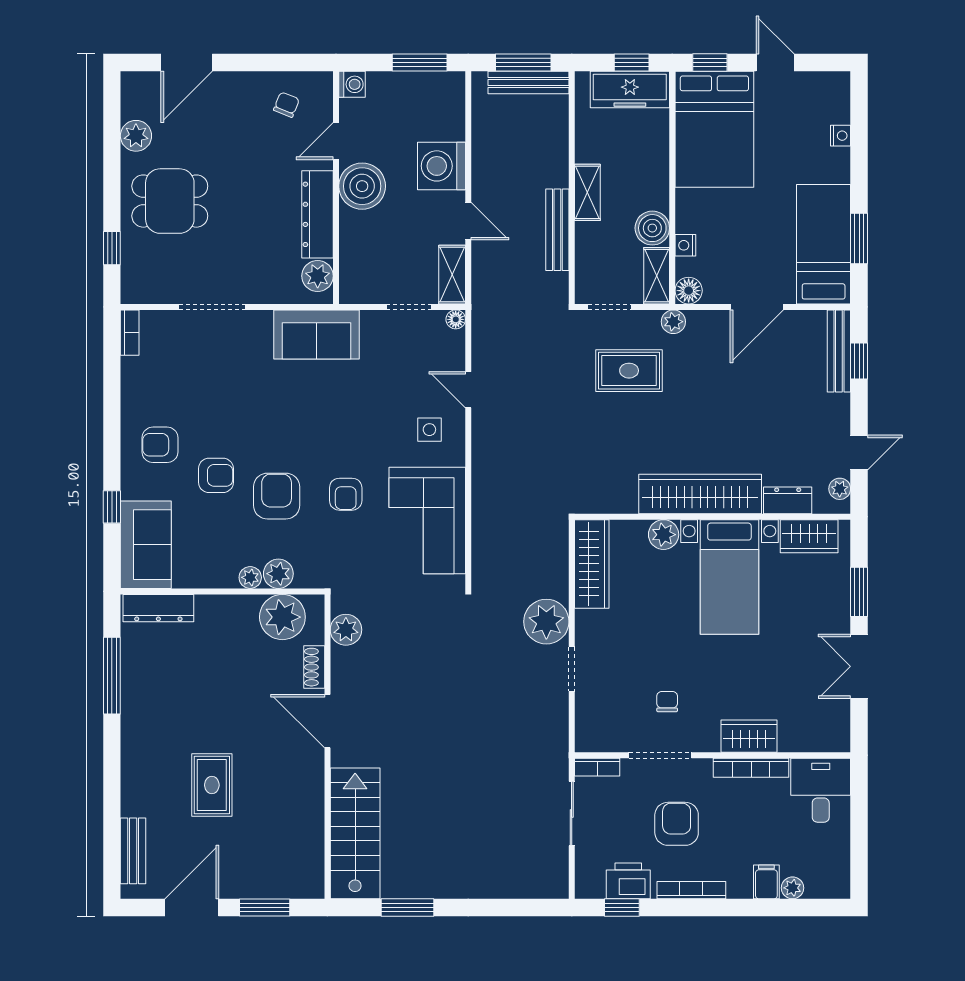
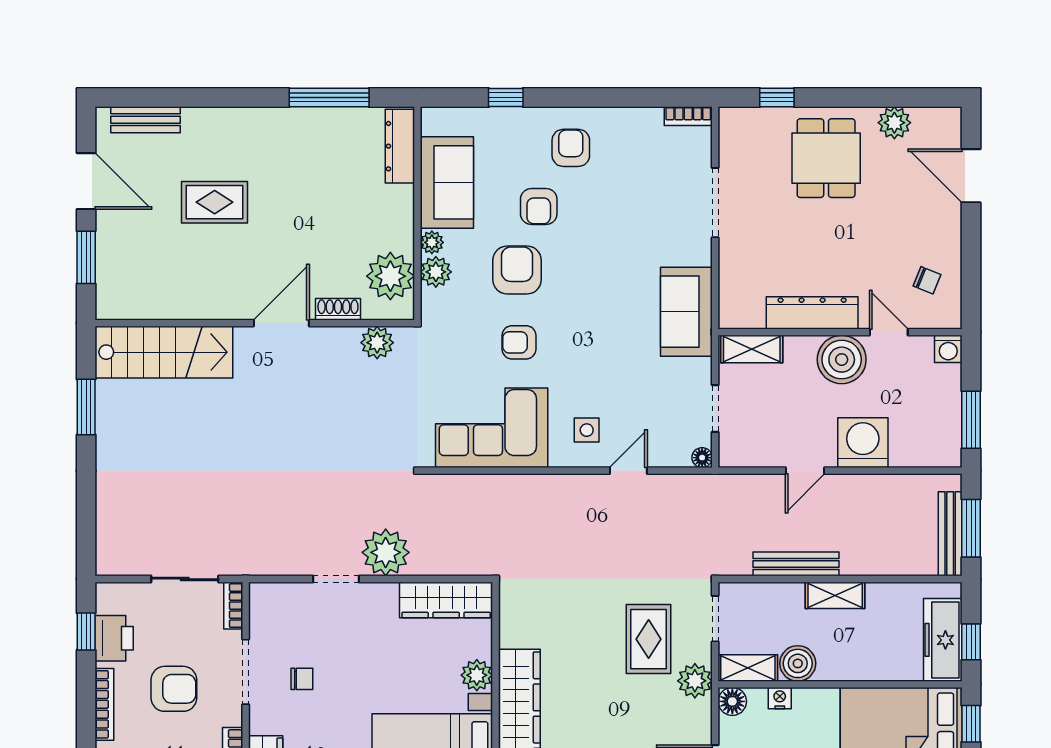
shelving: (452, 275) -> (752, 349), moved
plant: (318, 276) -> (748, 313), removed
plant: (673, 322) -> (695, 681), width x1.38, depth x1.38
armchair: (277, 496) -> (517, 270), turned -90
sofa: (146, 545) -> (447, 182), moved, turned -90

